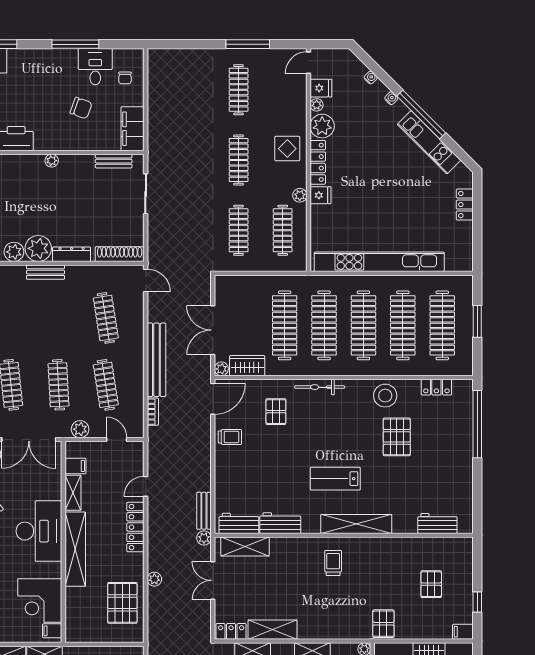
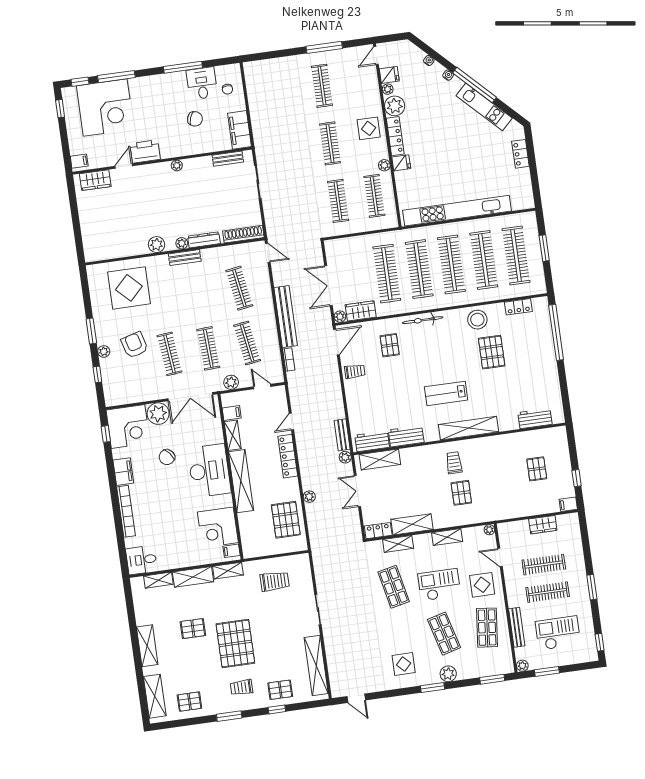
plant: (38, 248) -> (182, 243), width x0.53, depth x0.53
pallet: (383, 624) -> (461, 493), moved

